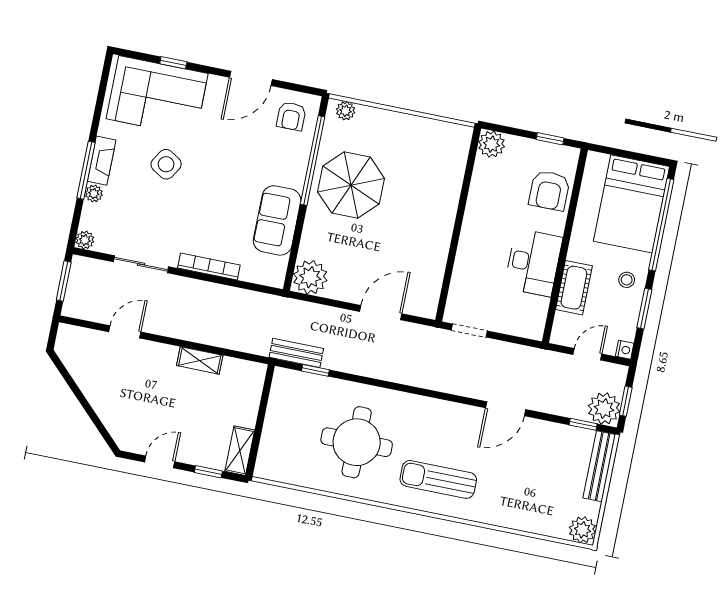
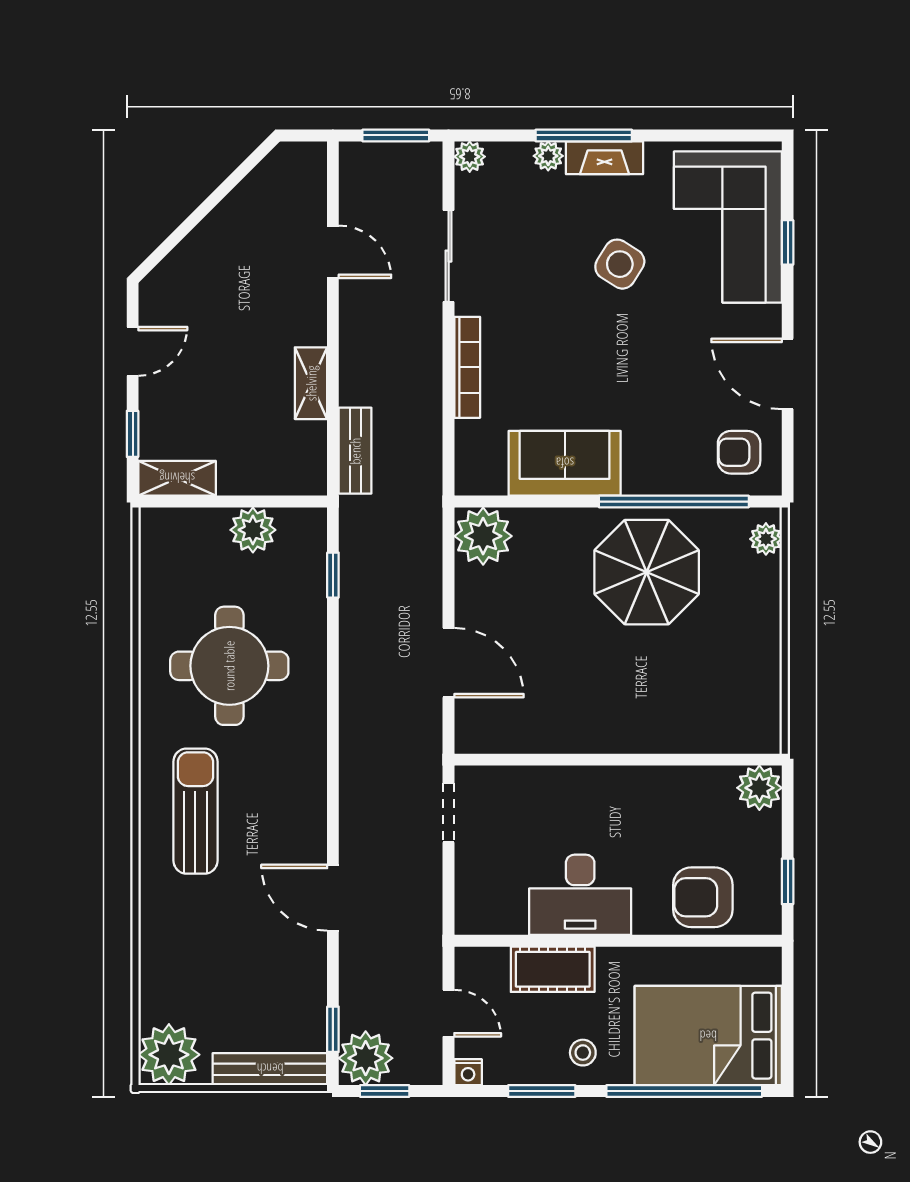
bench: (296, 353) -> (355, 451), moved
plant: (279, 412) -> (253, 530), added
door: (160, 462) -> (133, 351), hinge flipped
plant: (582, 530) -> (169, 1055), width x1.36, depth x1.36

